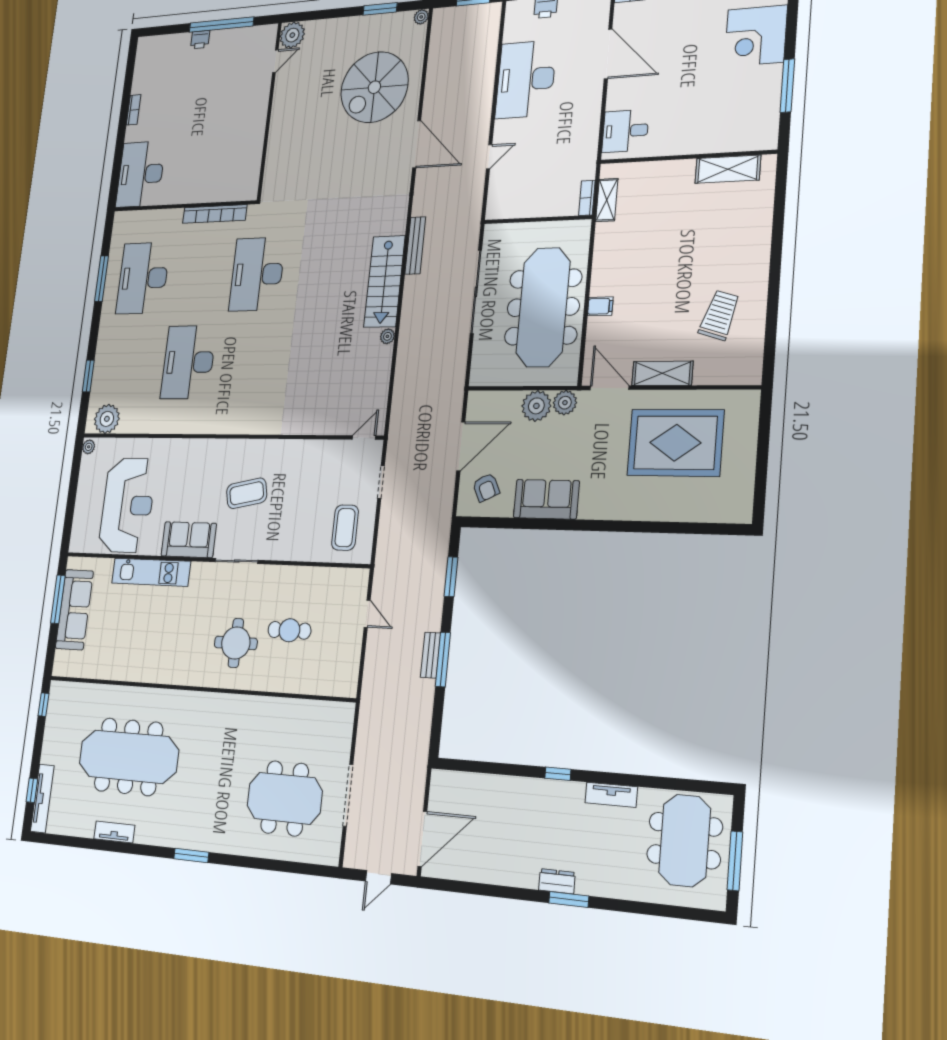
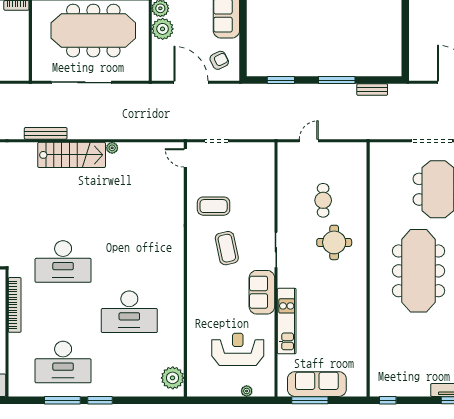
window: (88, 376) -> (100, 400), moved
plant: (89, 447) -> (247, 391), moved
reception desk: (127, 505) -> (238, 349), width x0.74, depth x0.77
coffee table: (345, 528) -> (214, 206), moved
bench: (431, 655) -> (372, 90), moved
meeting table: (129, 757) -> (418, 271), moved

